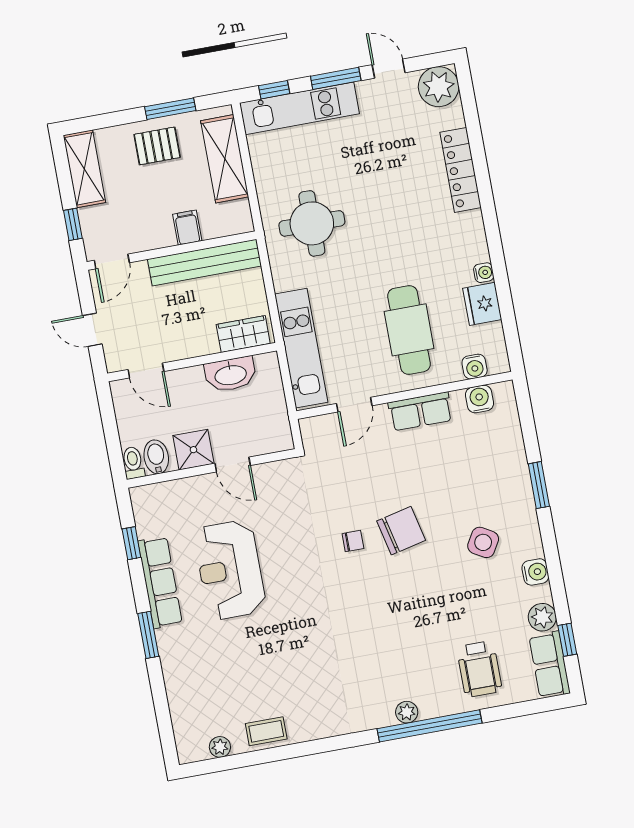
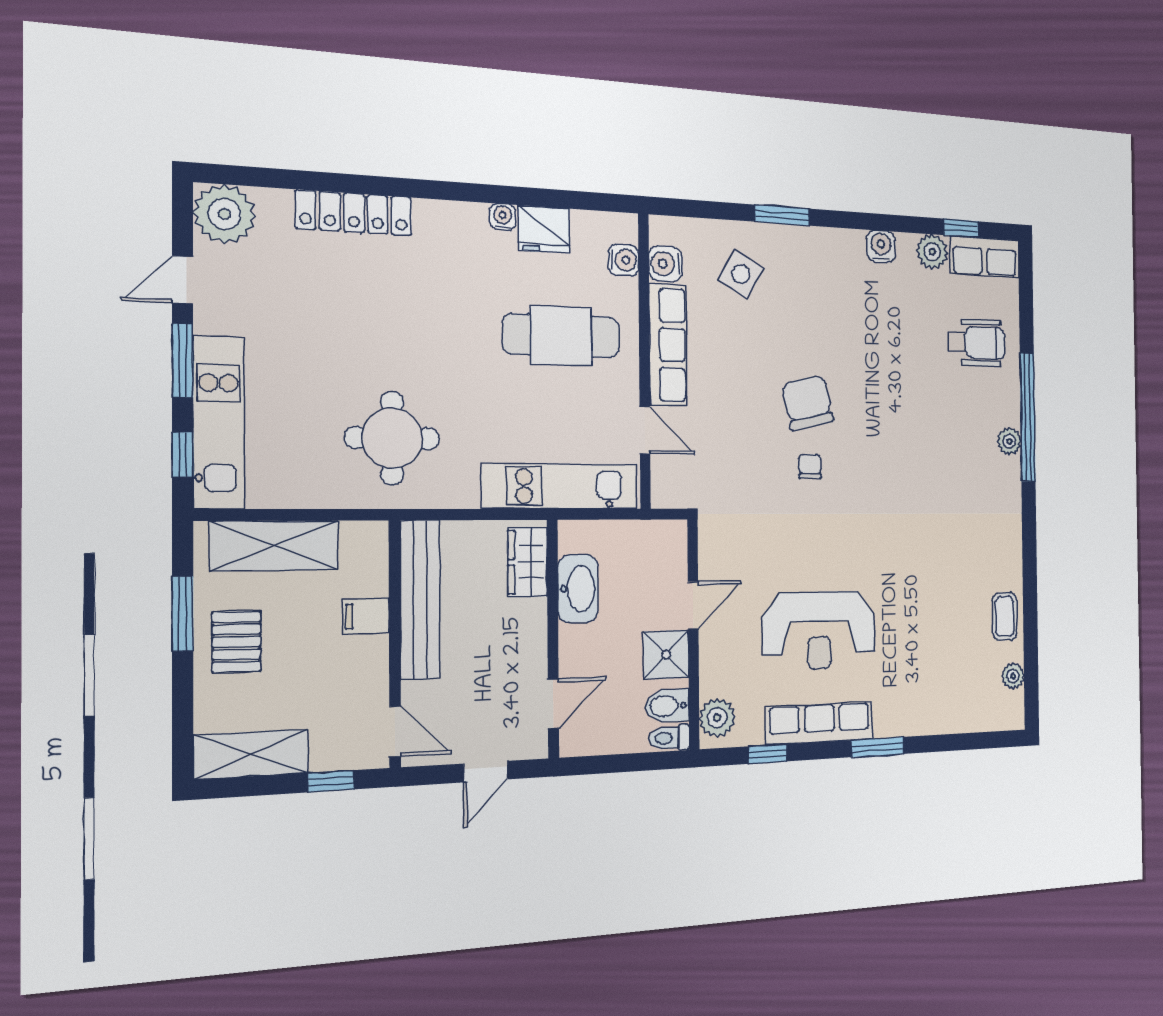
row of seats: (420, 411) -> (668, 345), width x1.48
plant: (153, 498) -> (717, 718), added
side table: (483, 542) -> (741, 274), moved

